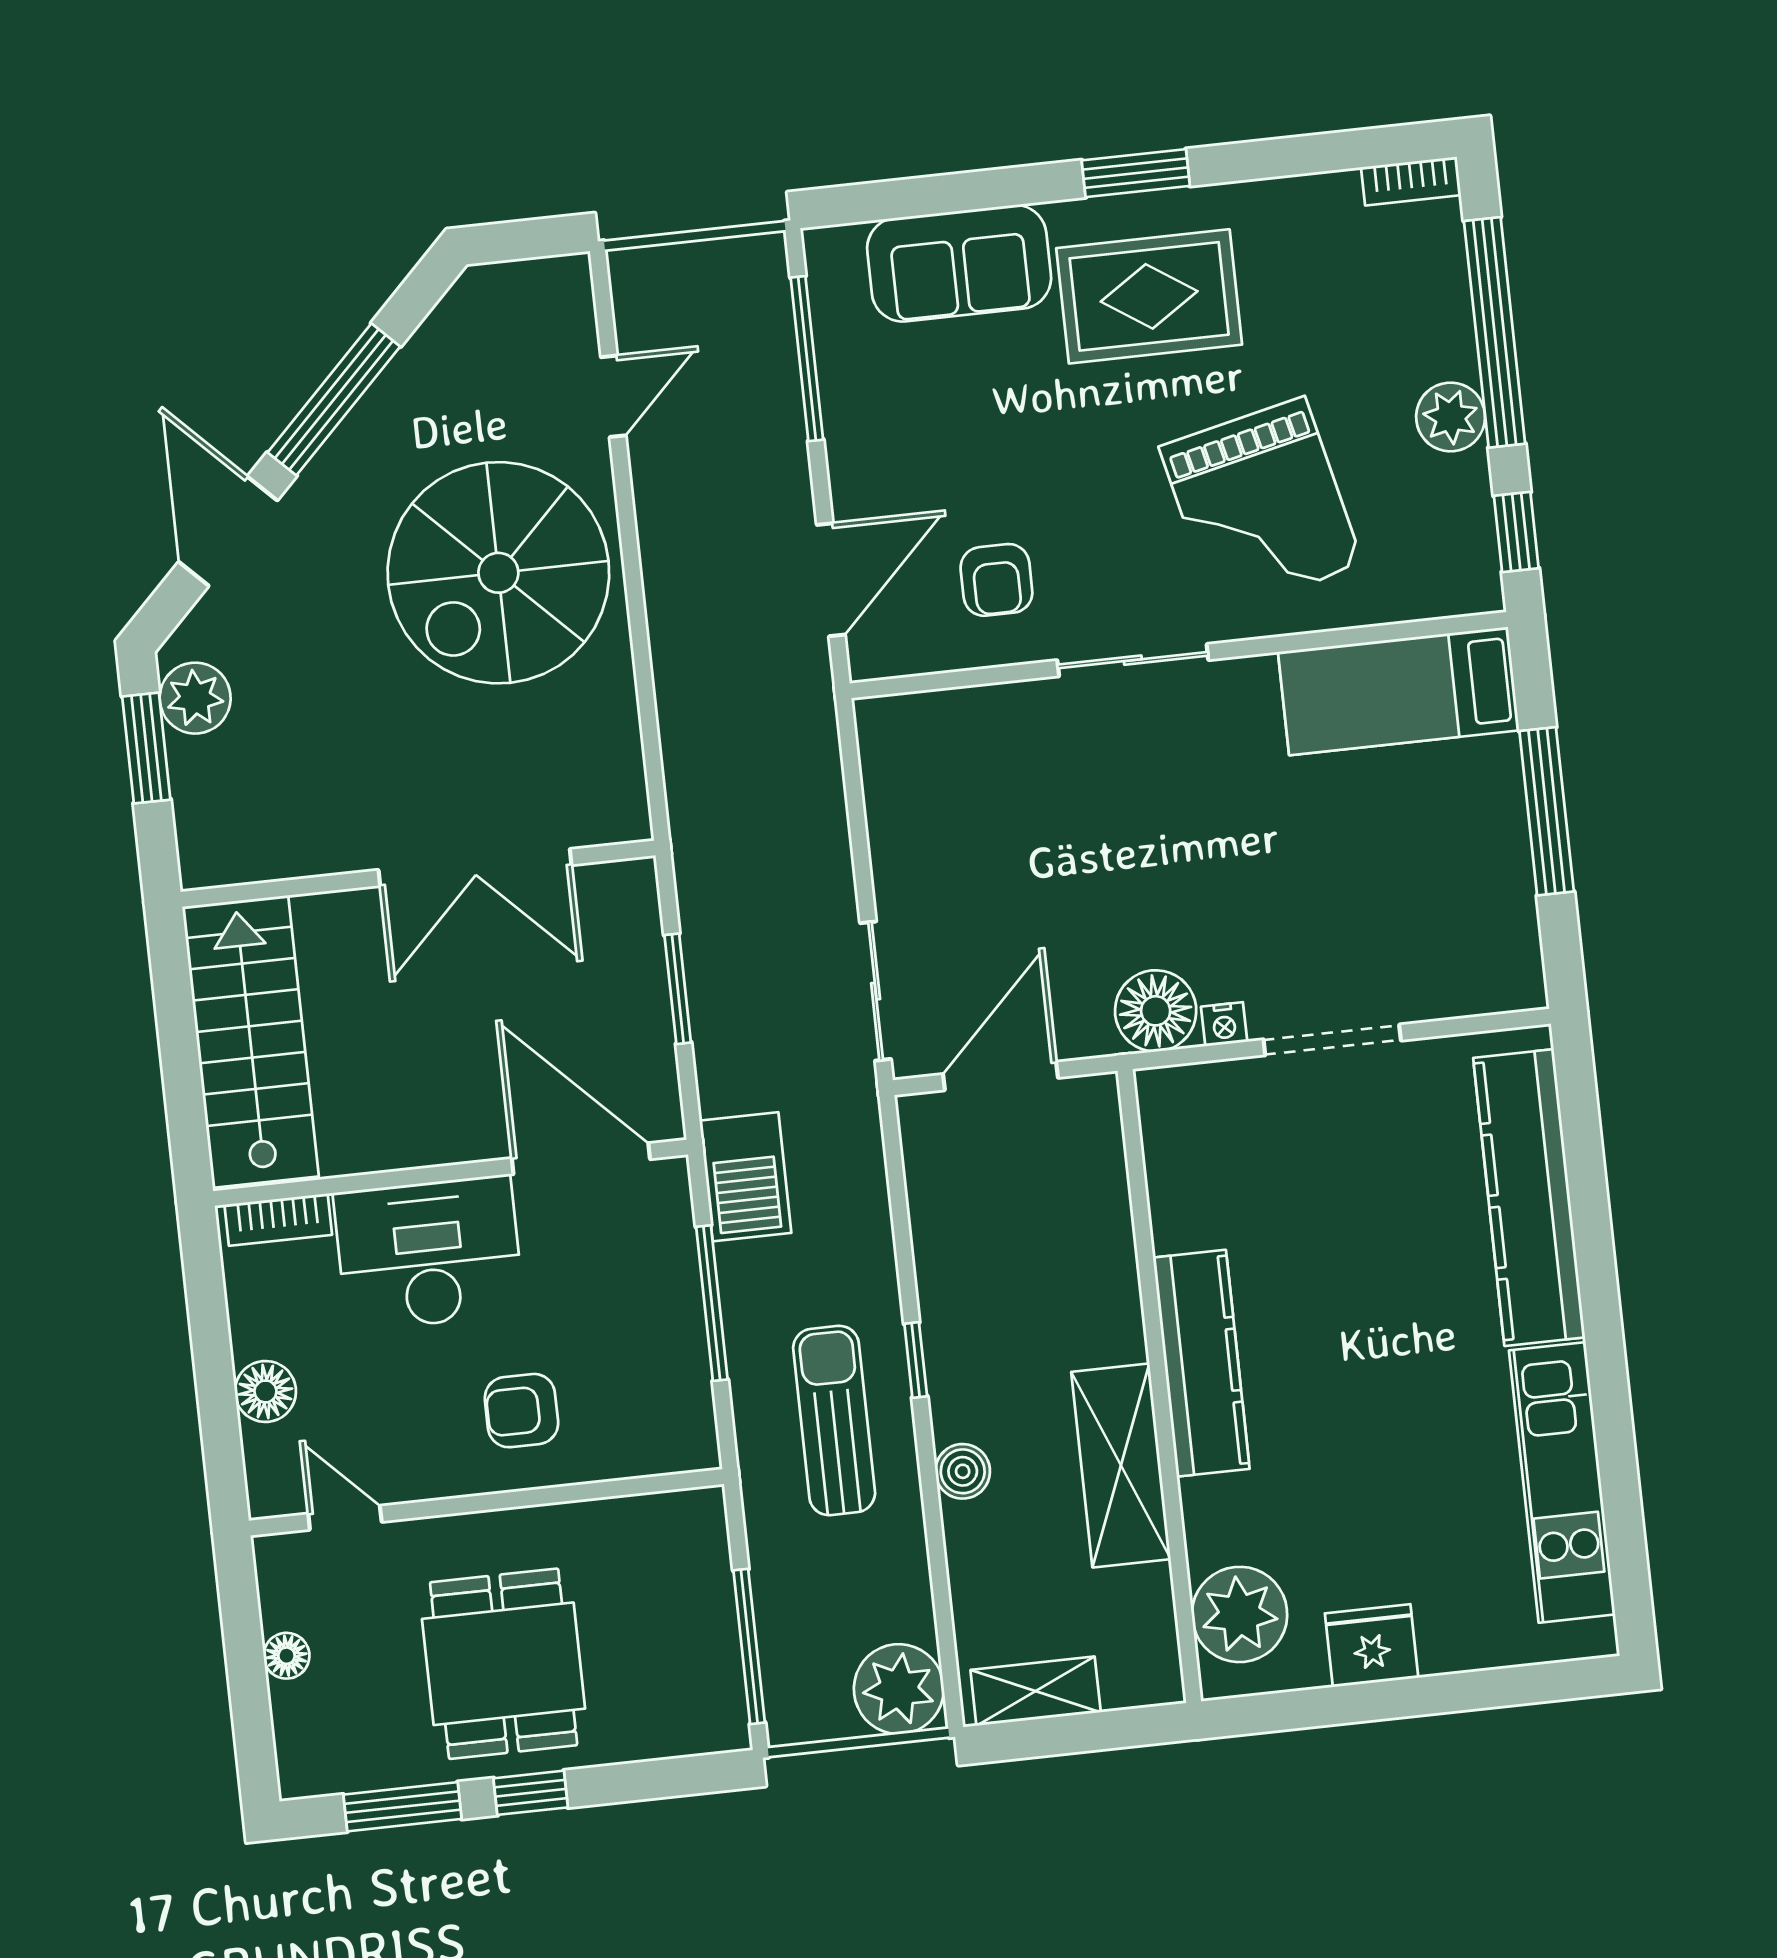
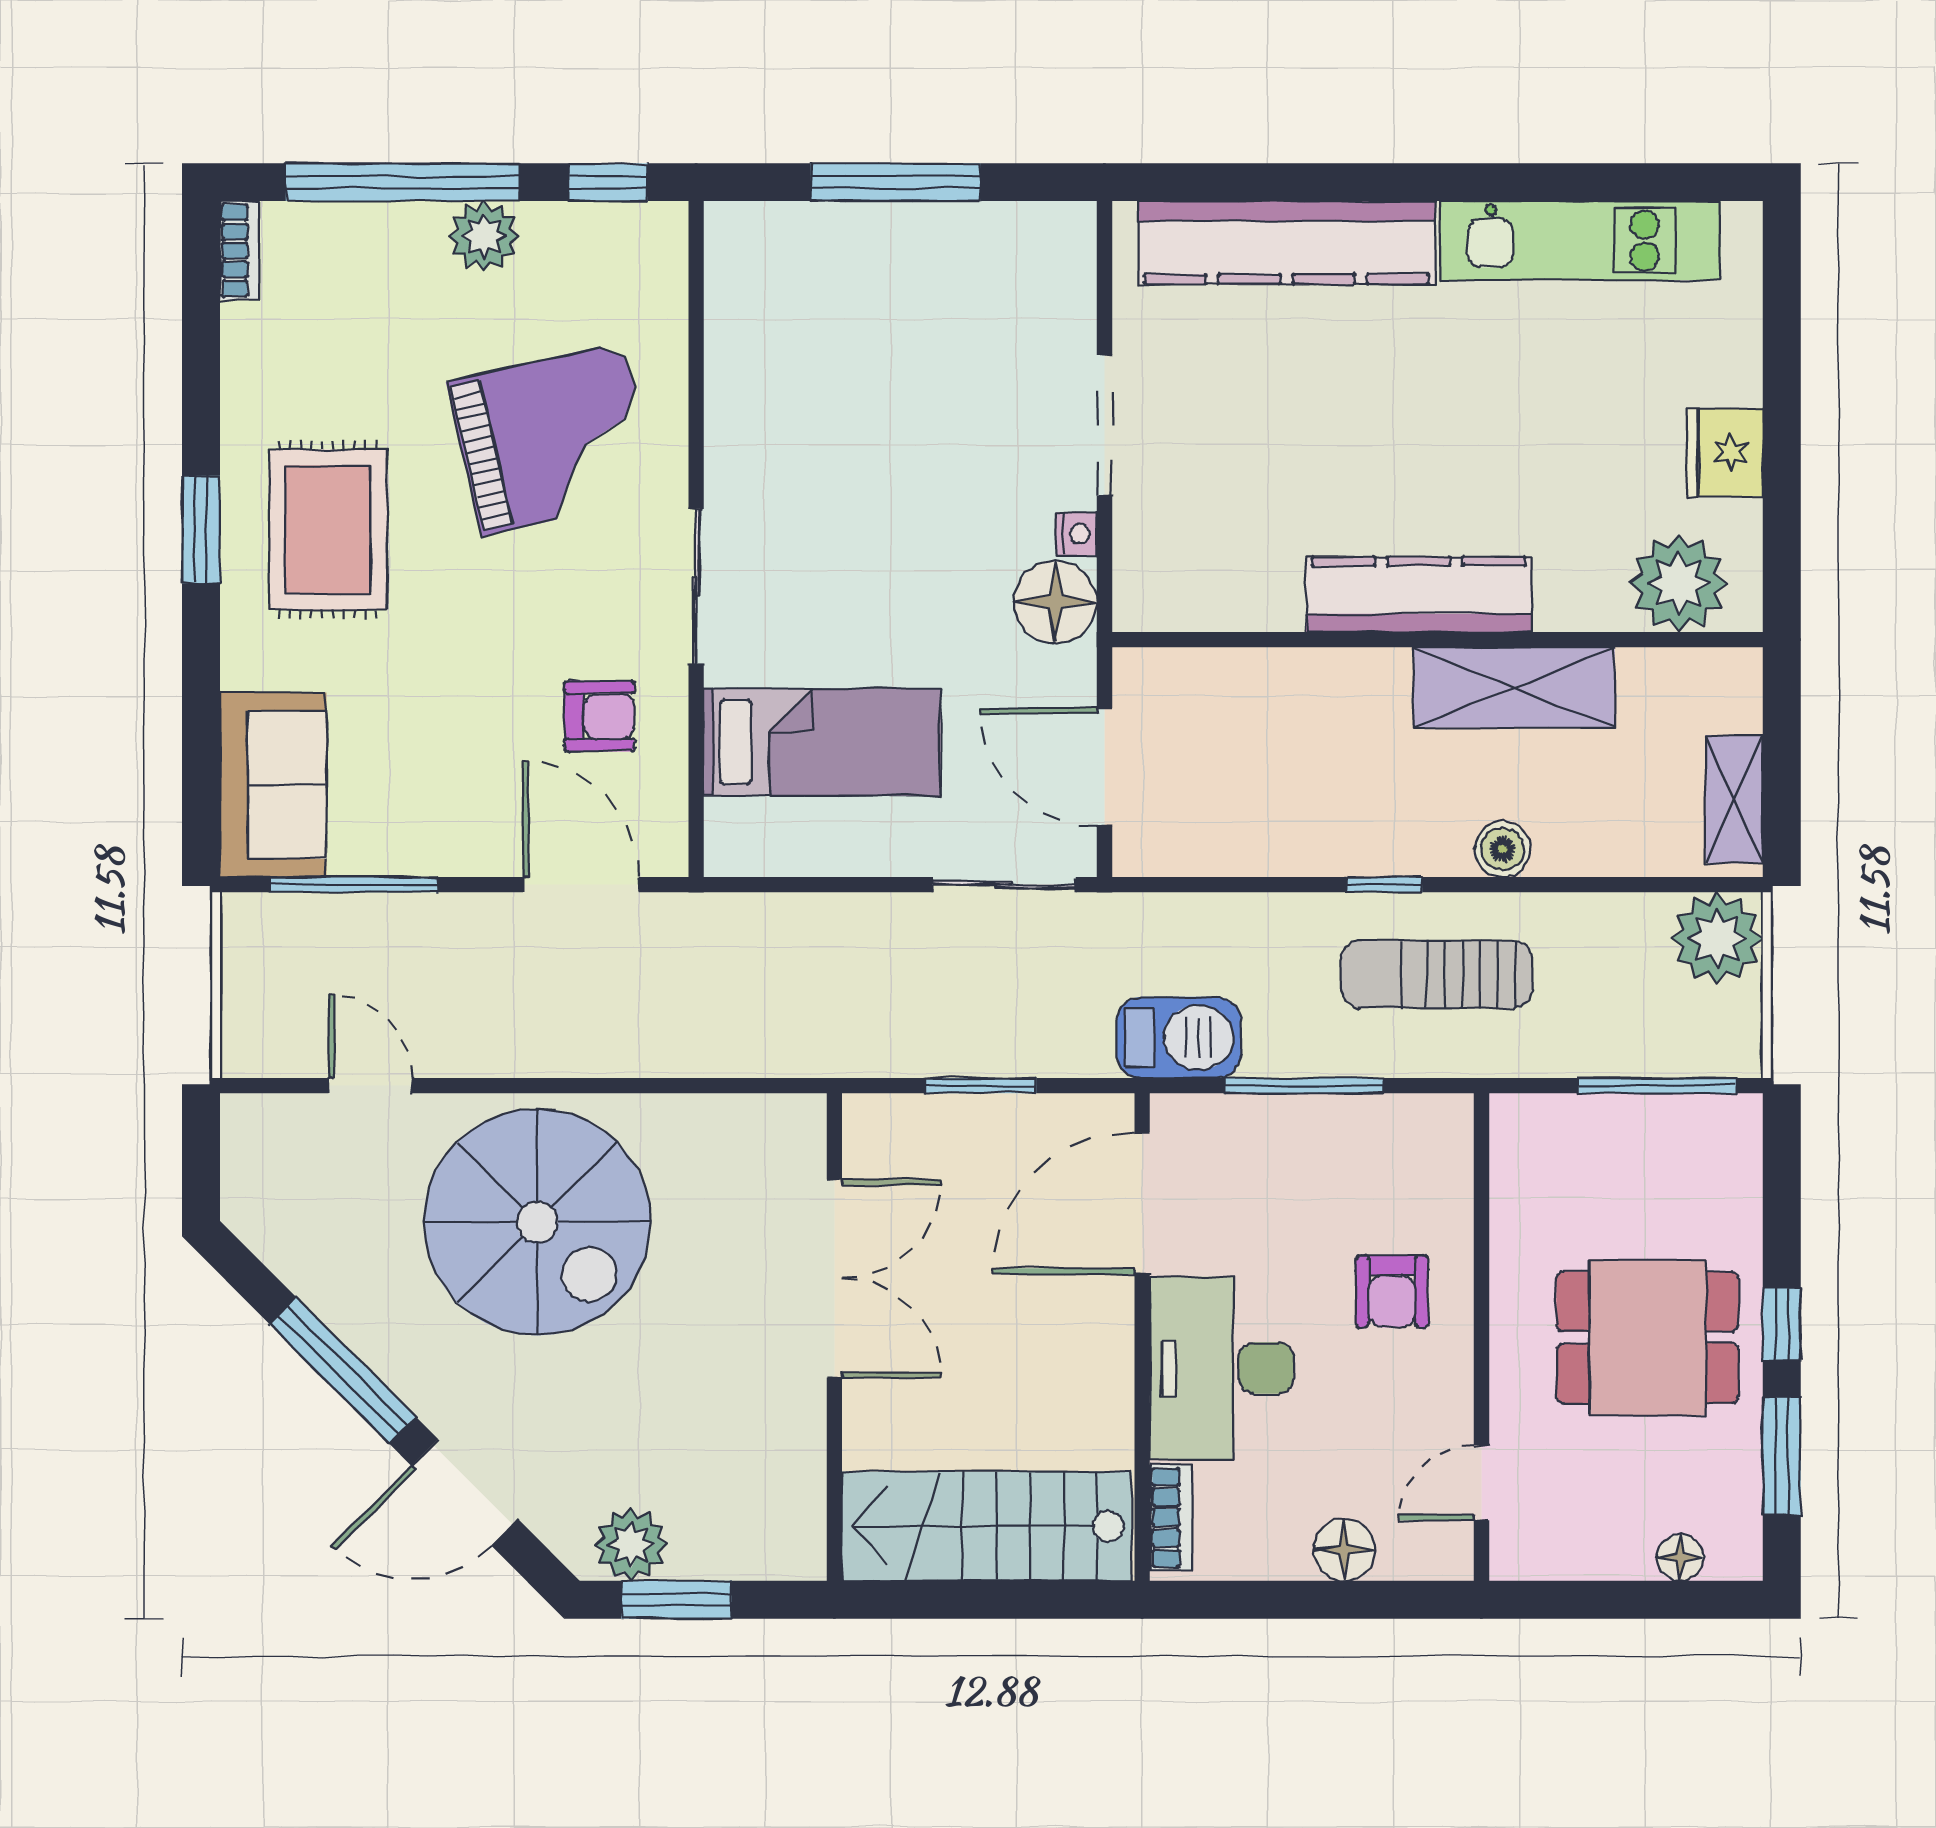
sofa: (959, 263) -> (273, 785), moved
bed: (1399, 691) -> (822, 742), moved, turned -90
floor lamp: (287, 1656) -> (1680, 1557), moved

